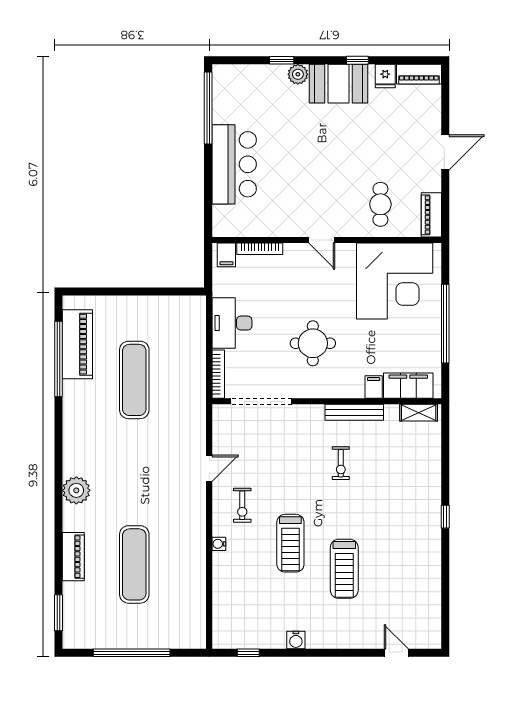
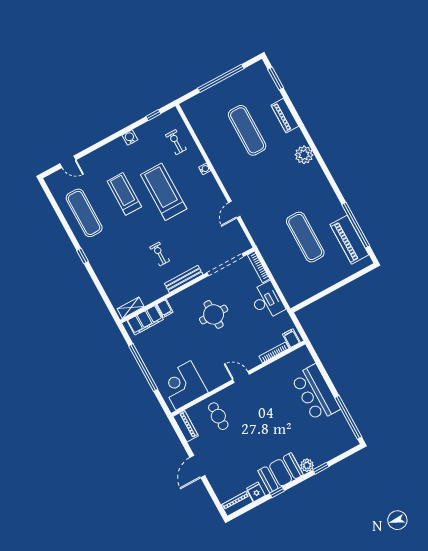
corner desk: (395, 281) -> (183, 385), width x0.74, depth x0.74
bench: (354, 412) -> (184, 279), moved
exercise bike: (242, 505) -> (176, 142), moved
treadmill: (290, 543) -> (164, 192), width x1.37, depth x1.38
exercise mat: (412, 573) -> (84, 213), added

